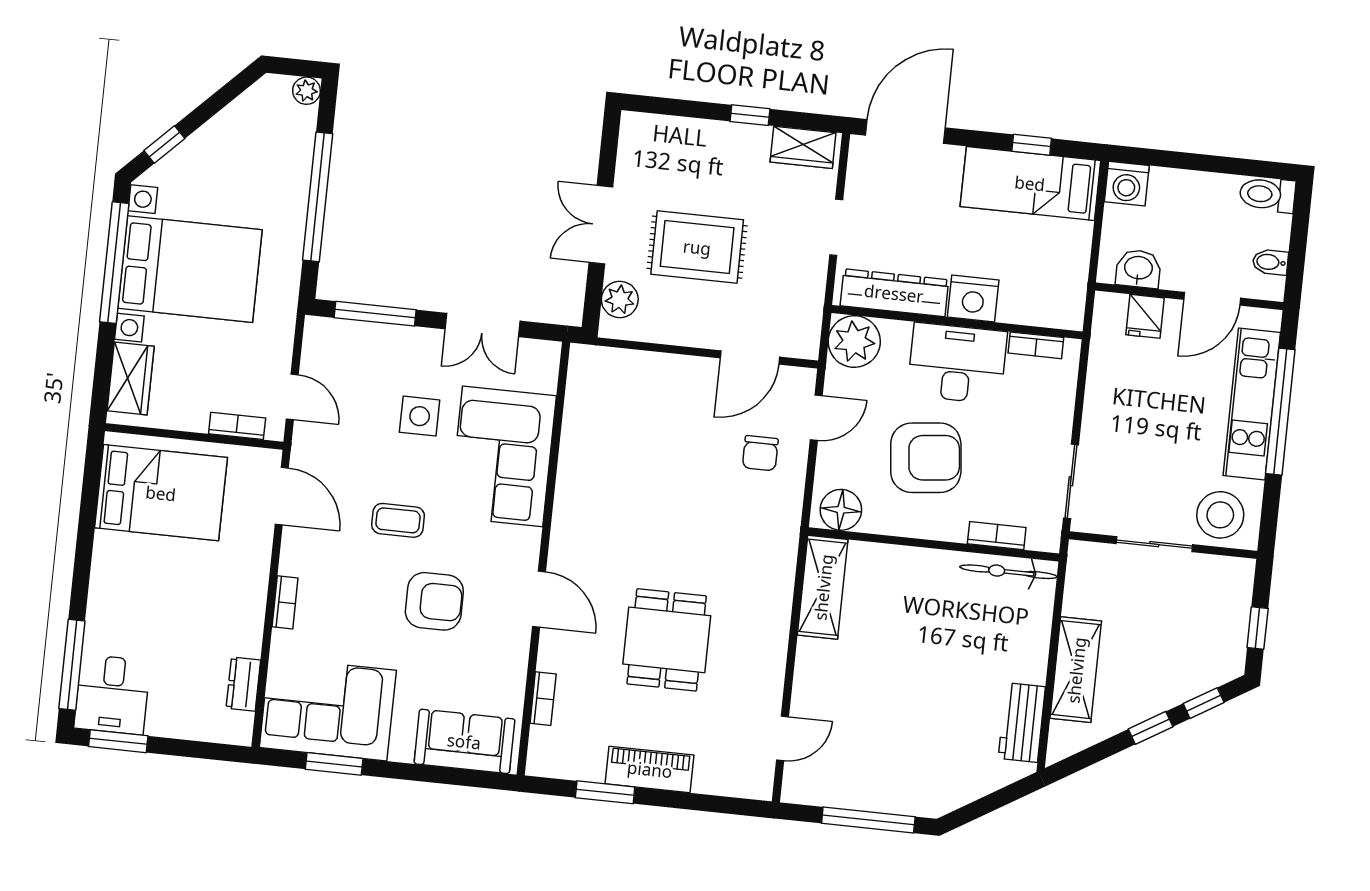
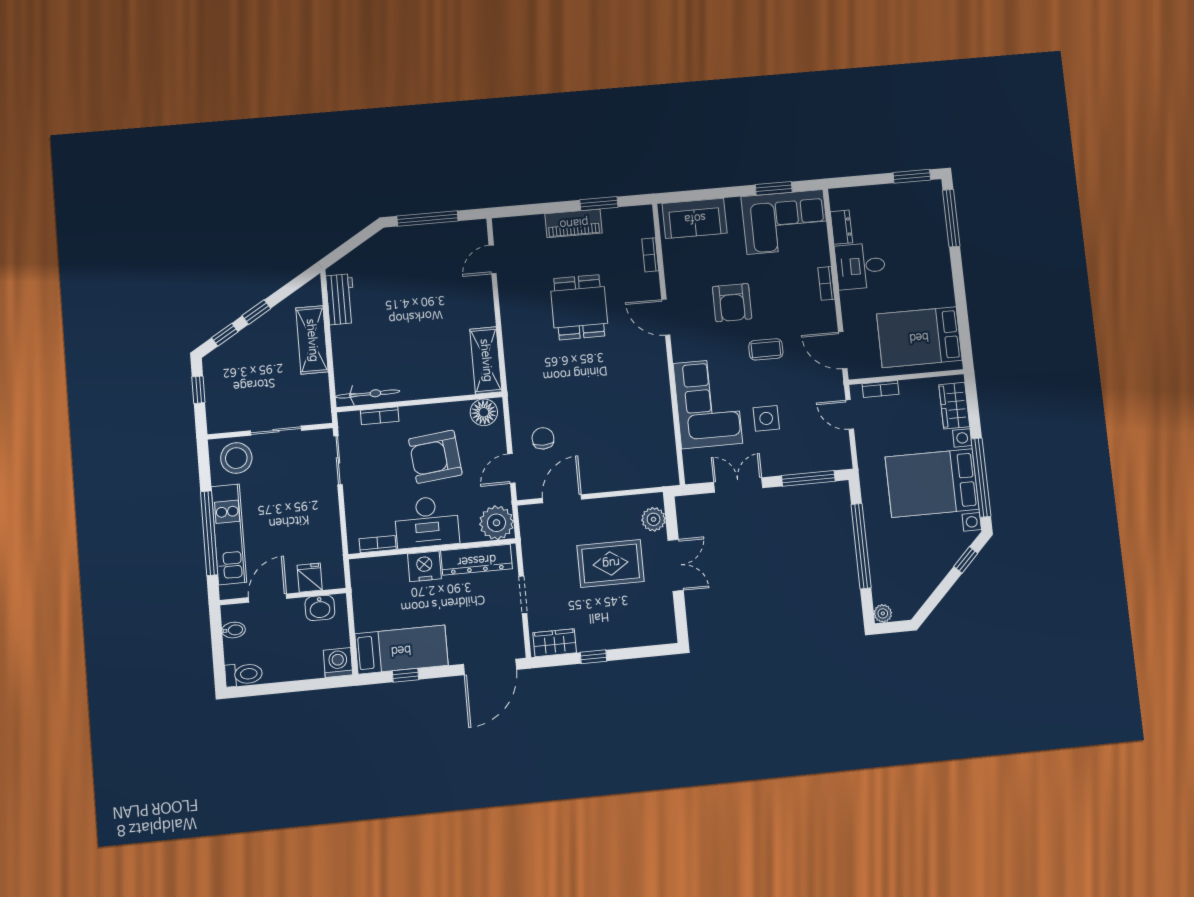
armchair: (434, 601) -> (732, 303), turned -90
desk: (112, 694) -> (860, 266), moved, turned -90

